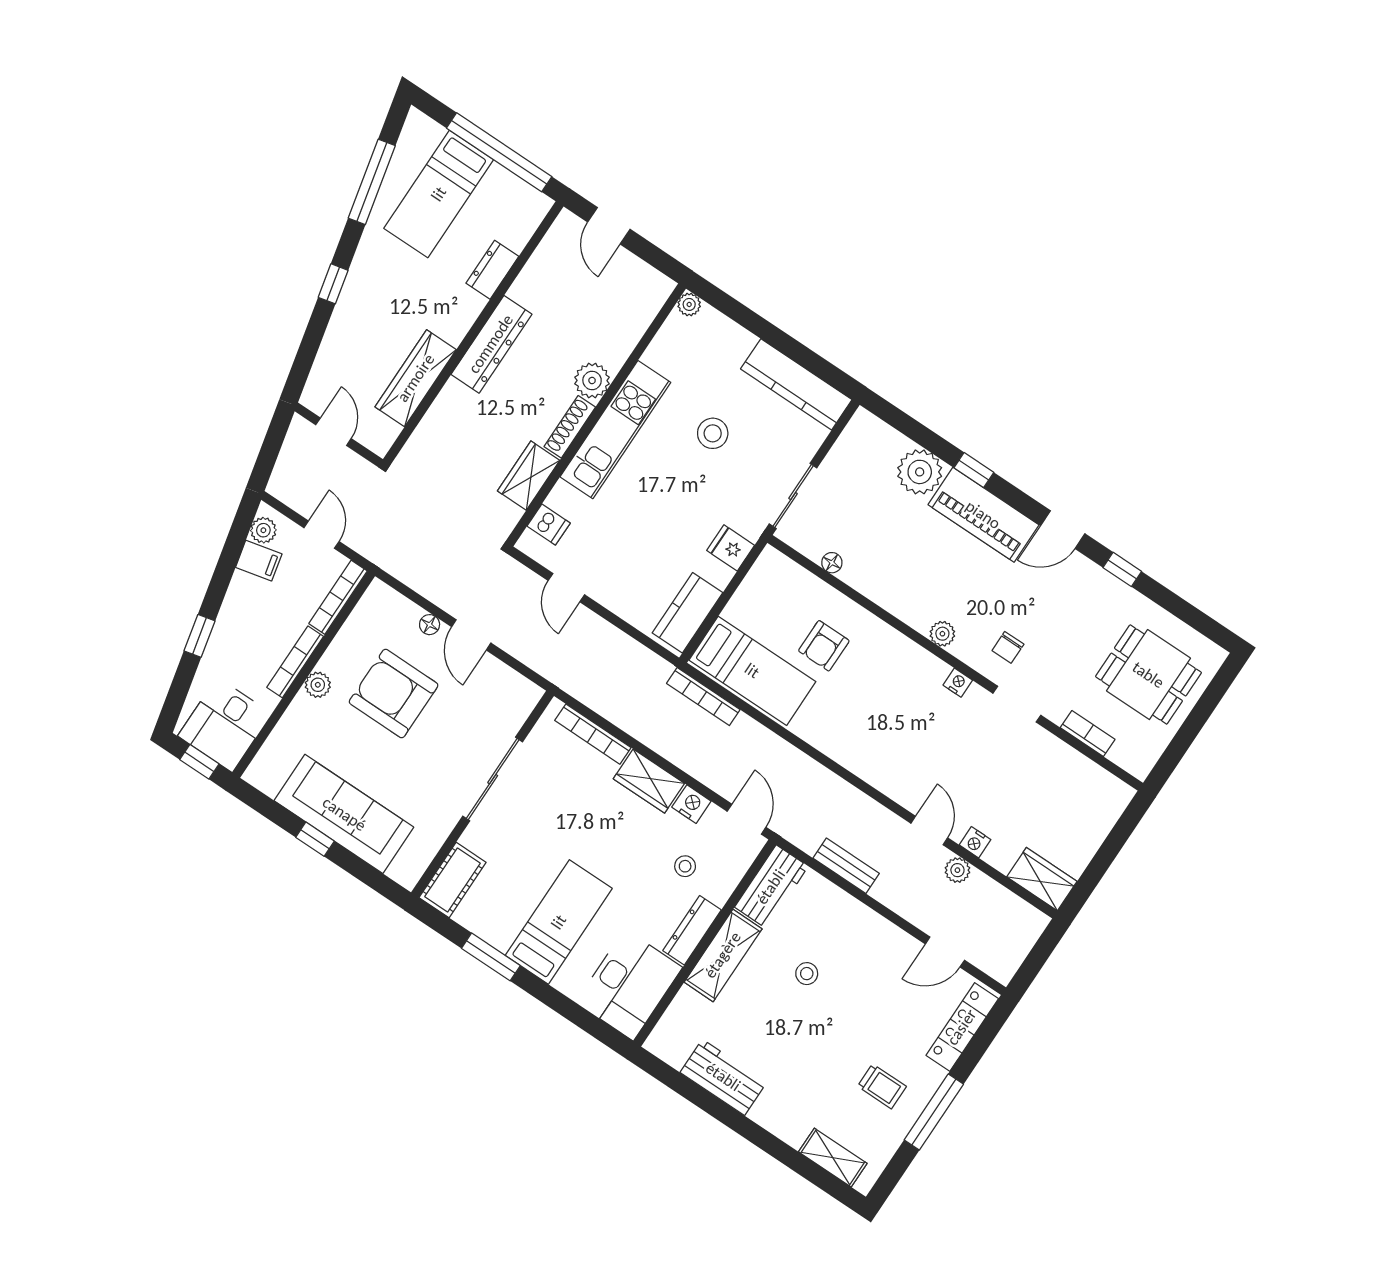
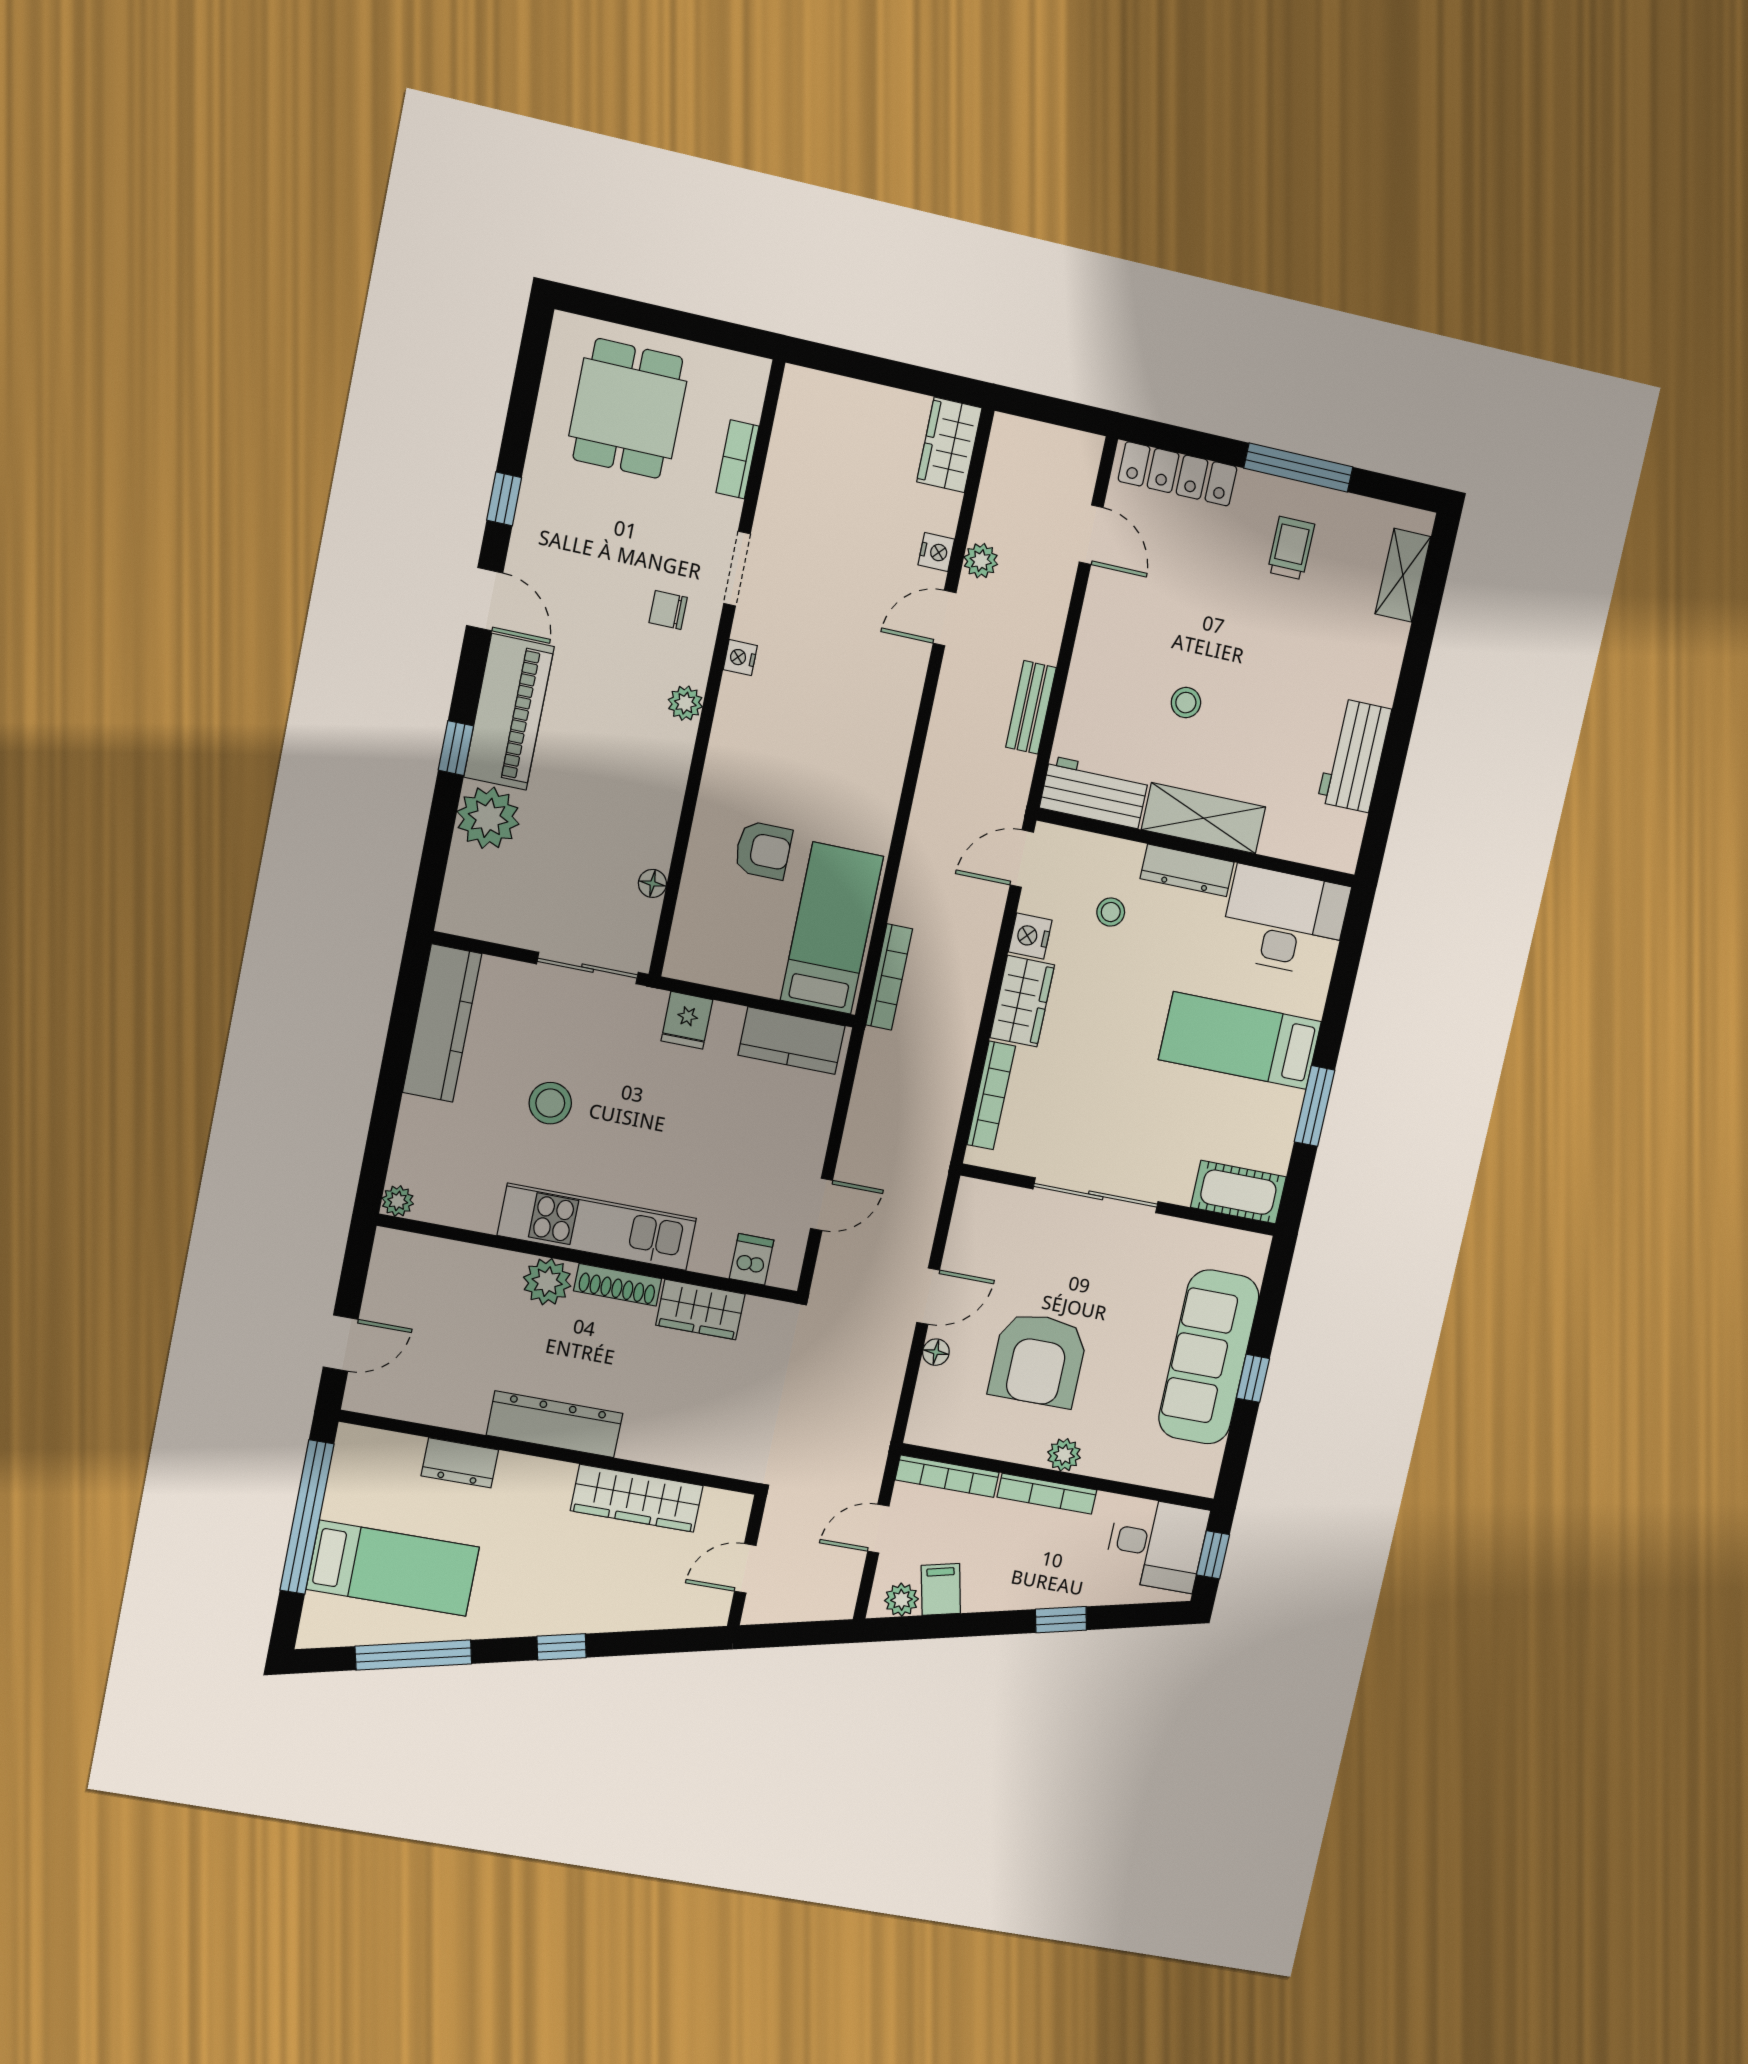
chair: (1008, 647) -> (668, 610), turned 180

